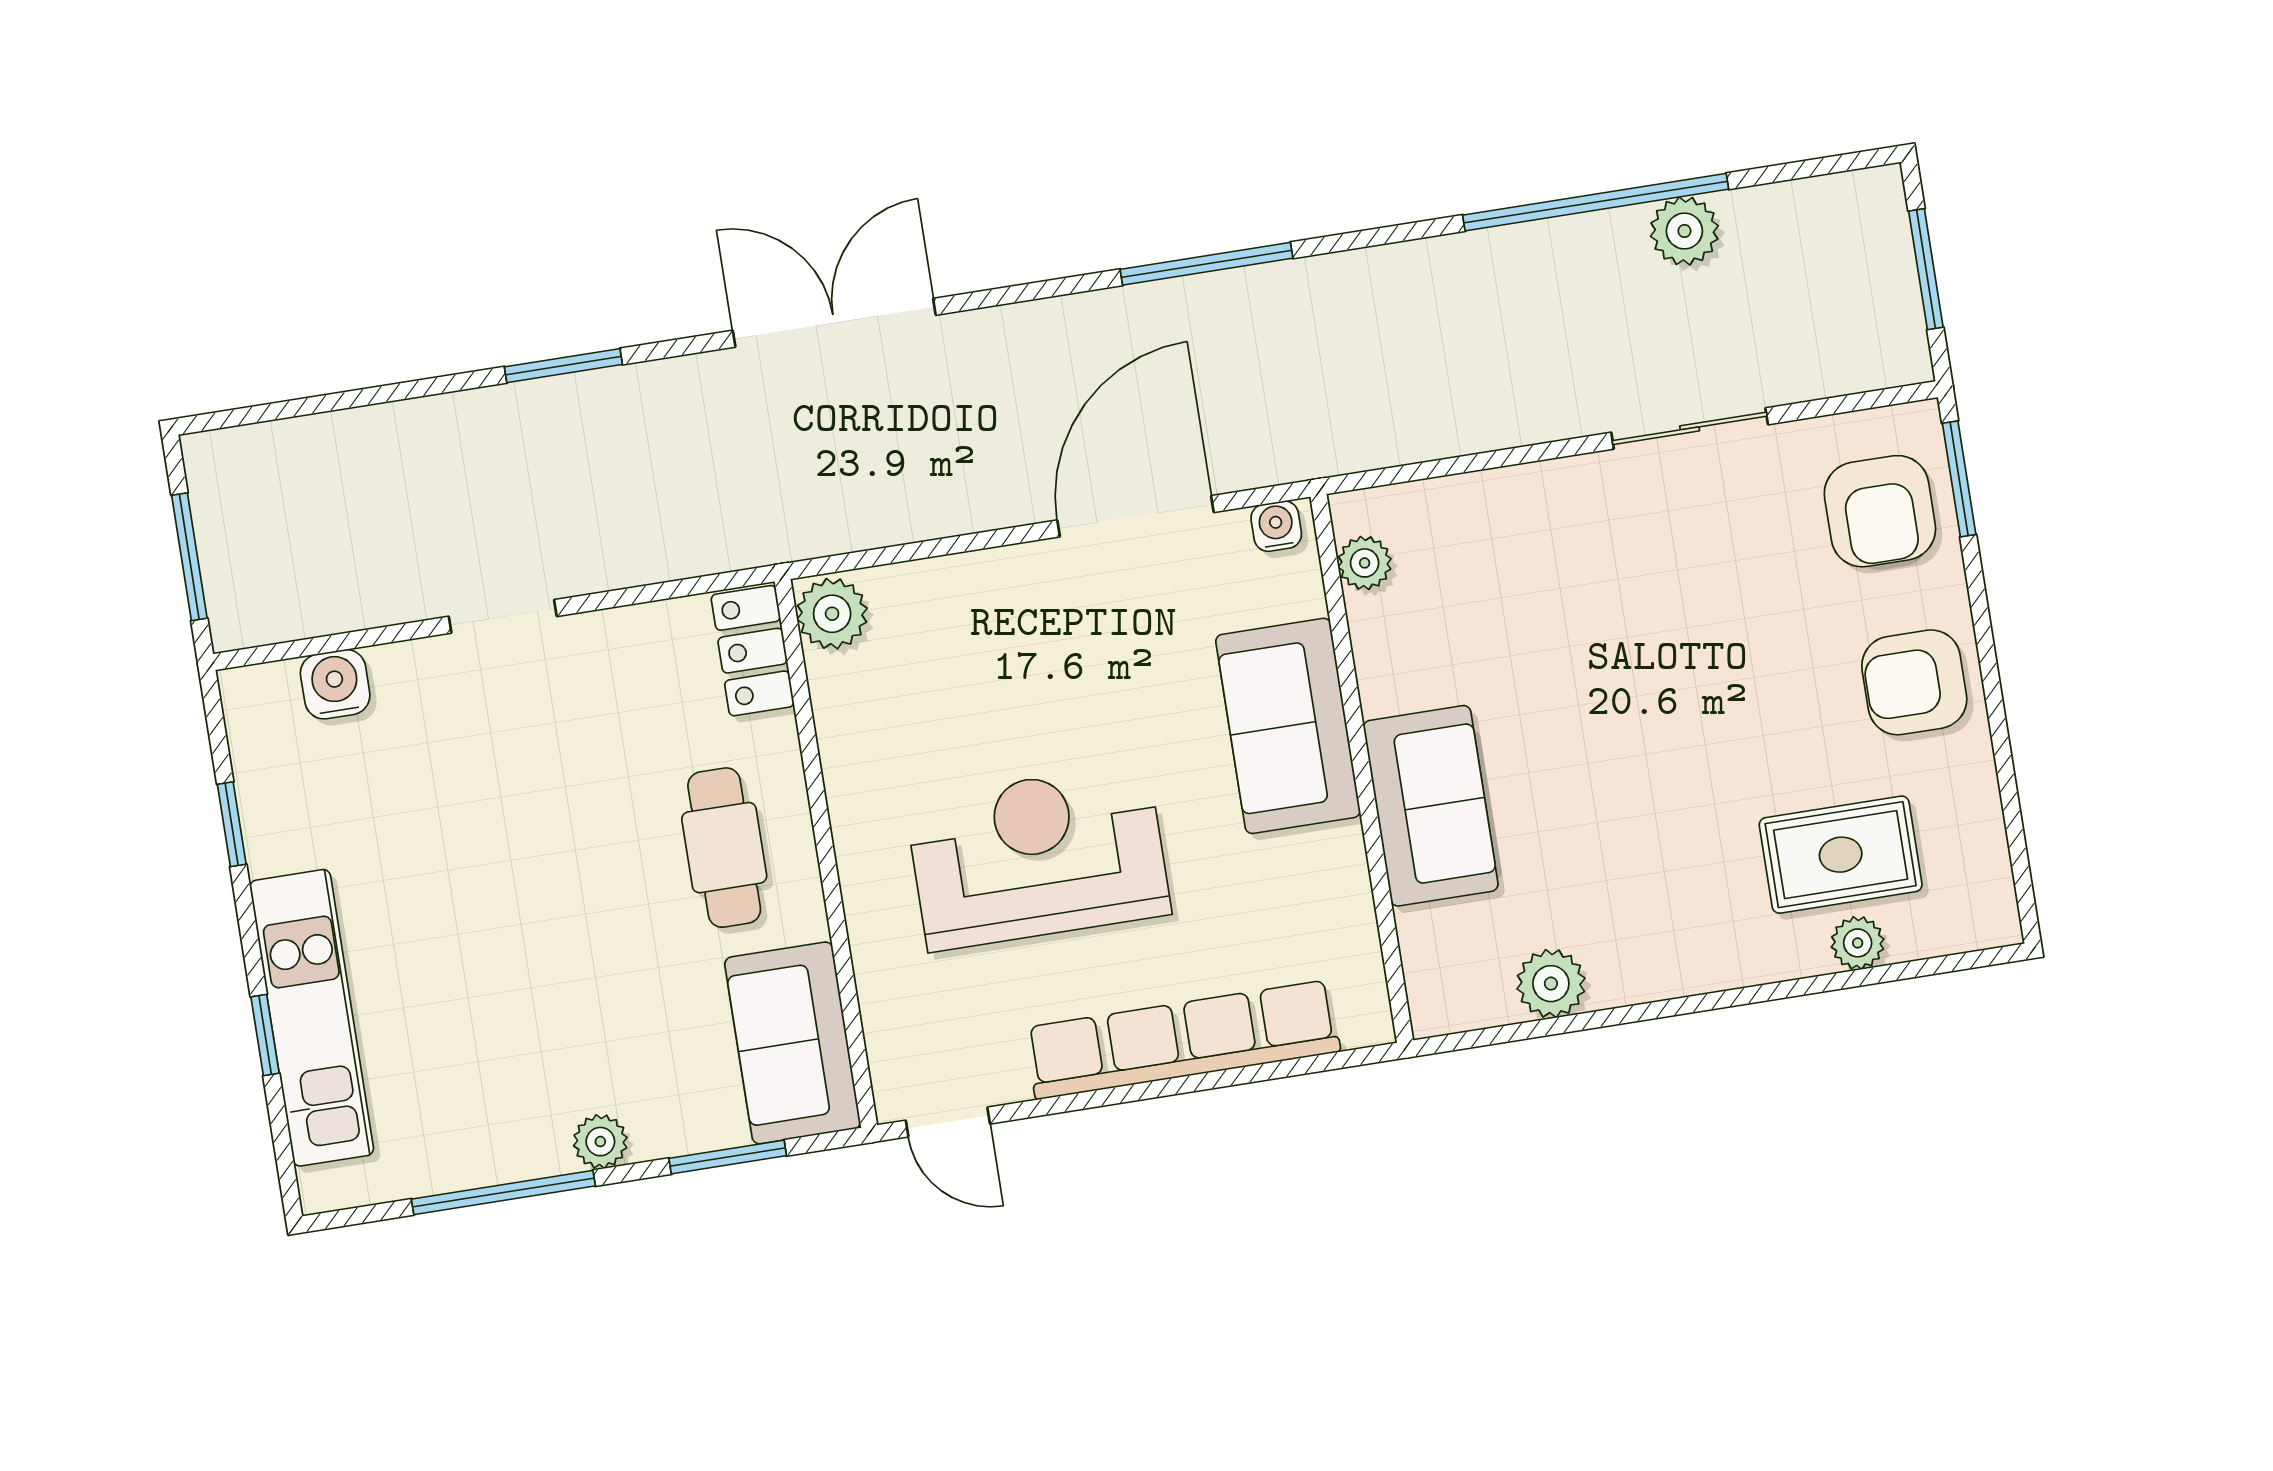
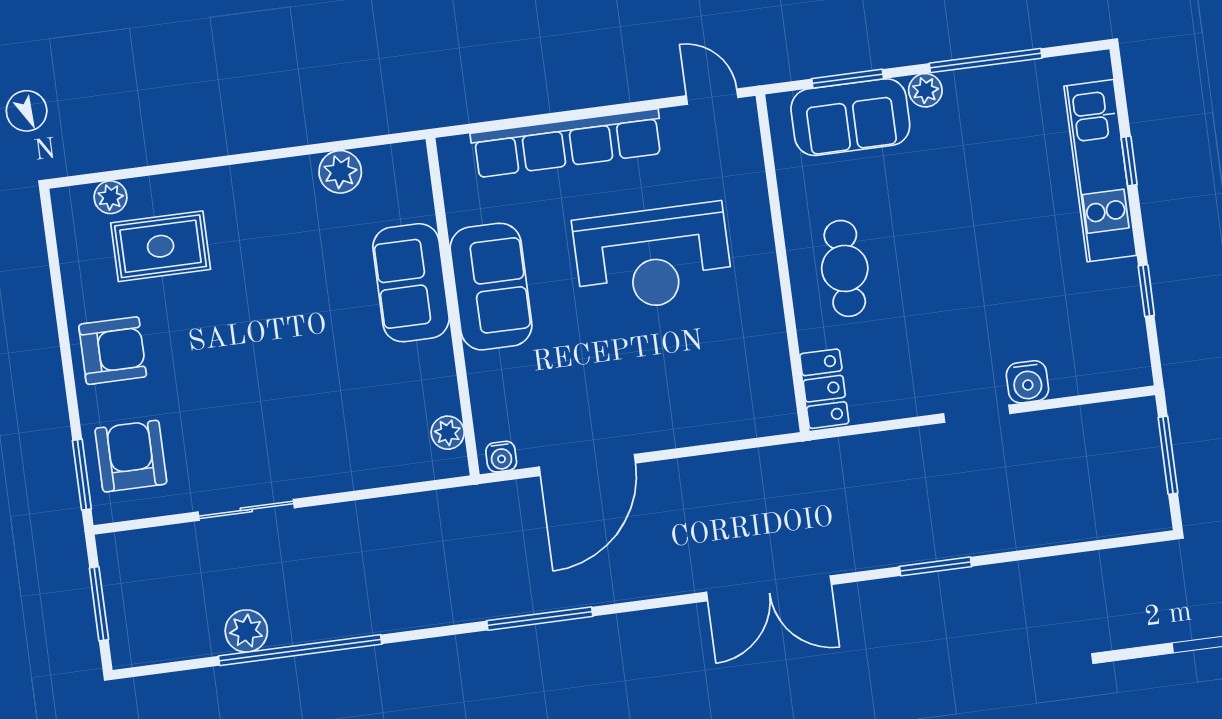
plant: (832, 614) -> (775, 410), removed
water cooler: (335, 684) -> (1027, 382), moved
sofa: (1288, 726) -> (491, 287), moved
plant: (1858, 943) -> (110, 197), moved
sofa: (793, 1043) -> (850, 117), moved, turned 90

